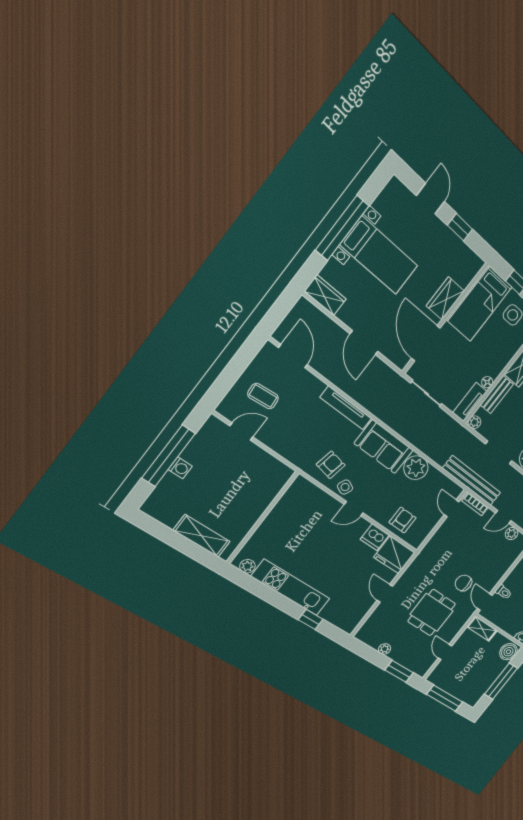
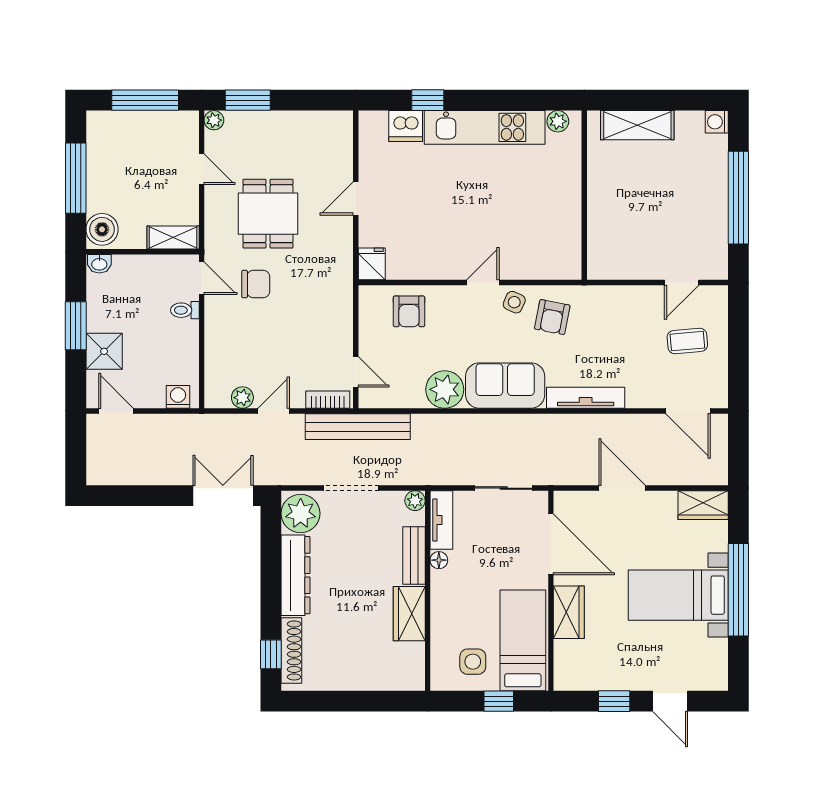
washing machine: (180, 468) -> (717, 122), moved
dishwasher: (375, 537) -> (406, 126), moved, turned 180
fridge: (394, 555) -> (372, 264), width x0.53, depth x0.75
door: (385, 593) -> (356, 199), swing flipped
plant: (385, 649) -> (214, 120), moved

